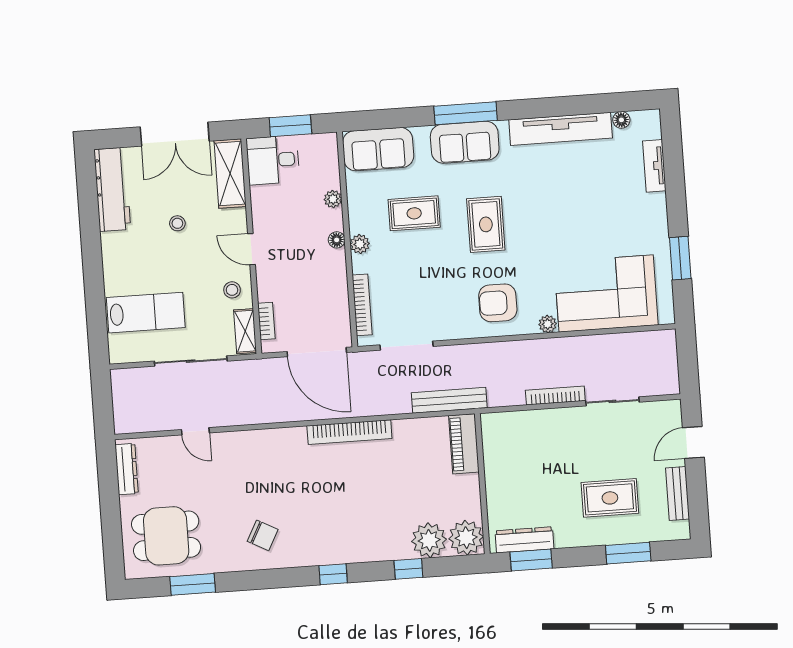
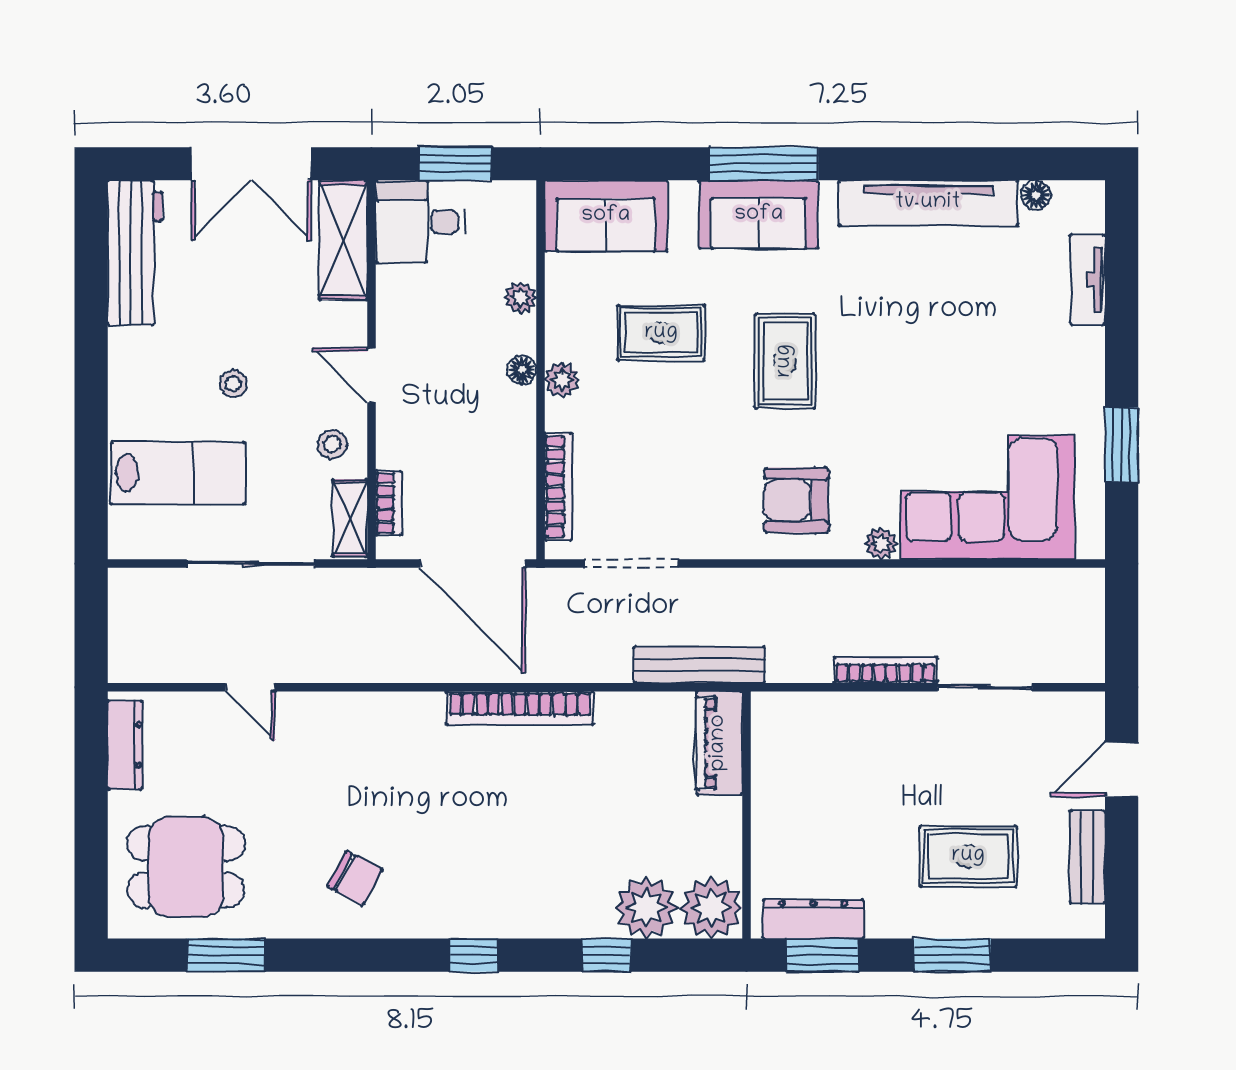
stool: (177, 223) -> (233, 384), moved
window: (628, 553) -> (952, 955), moved

